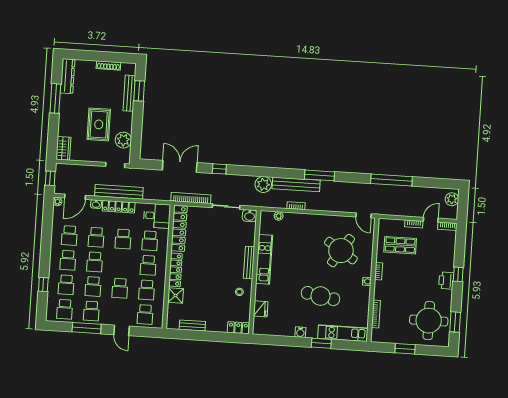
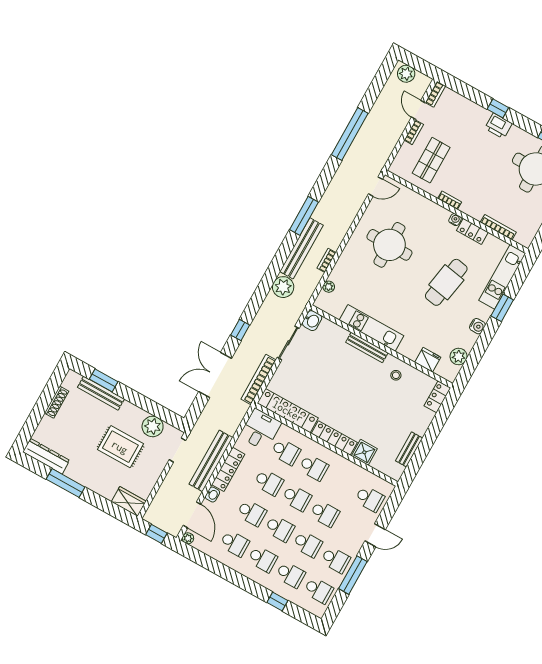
round table: (341, 251) -> (389, 245), moved, turned -33
school desk: (147, 290) -> (297, 498), moved
locker: (364, 297) -> (472, 231), added
plant: (273, 329) -> (459, 357), added

